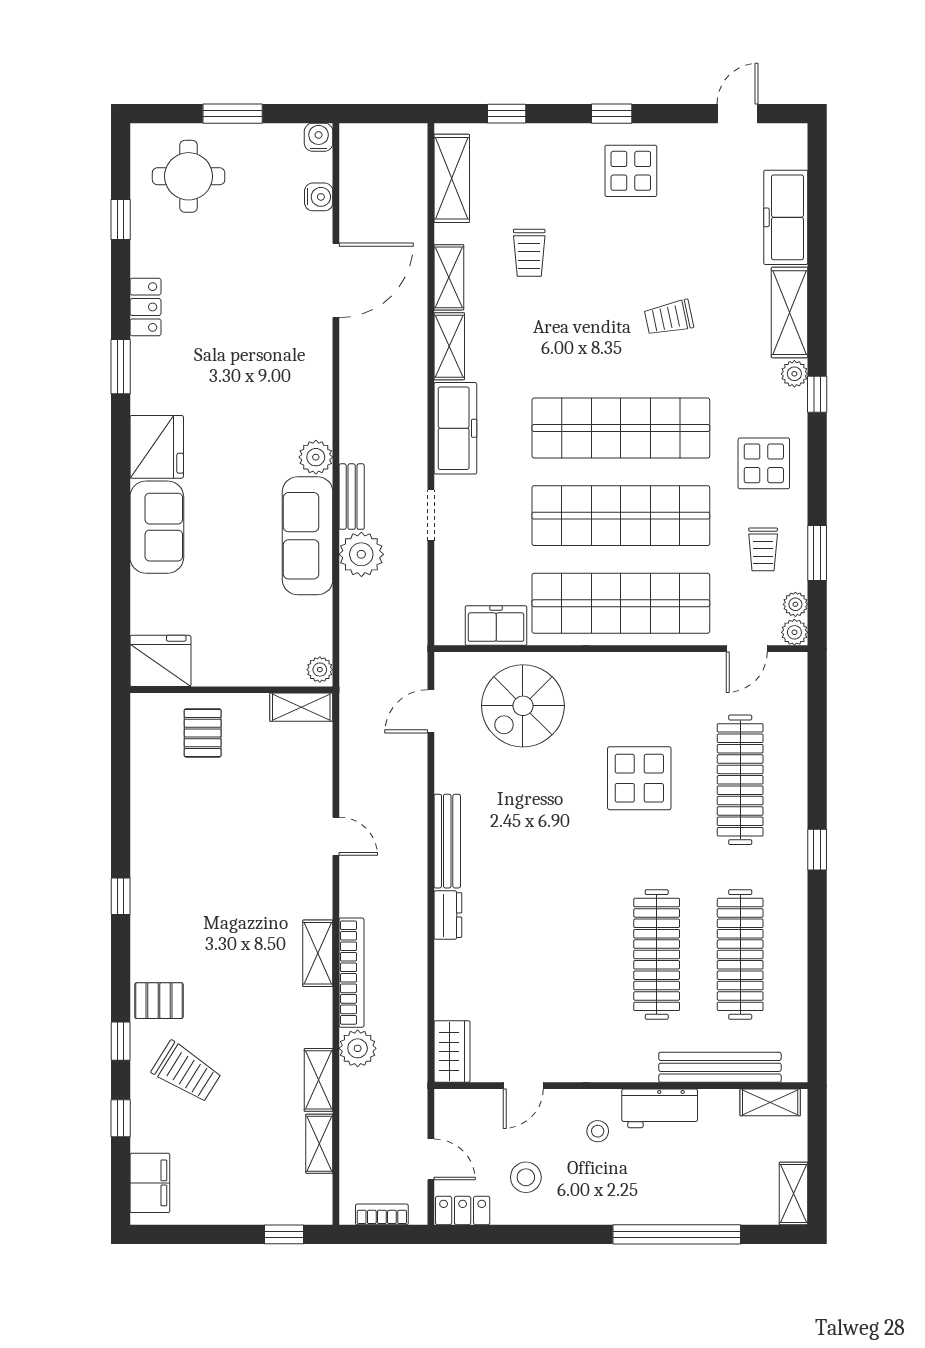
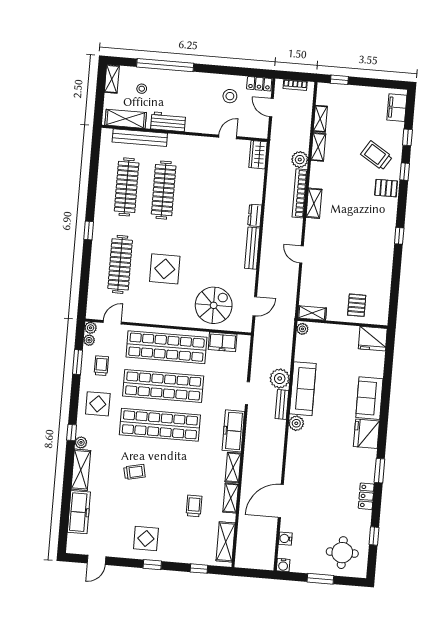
shelving: (770, 1102) -> (126, 119), width x1.50, depth x1.33
stool: (598, 1131) -> (142, 89), moved

